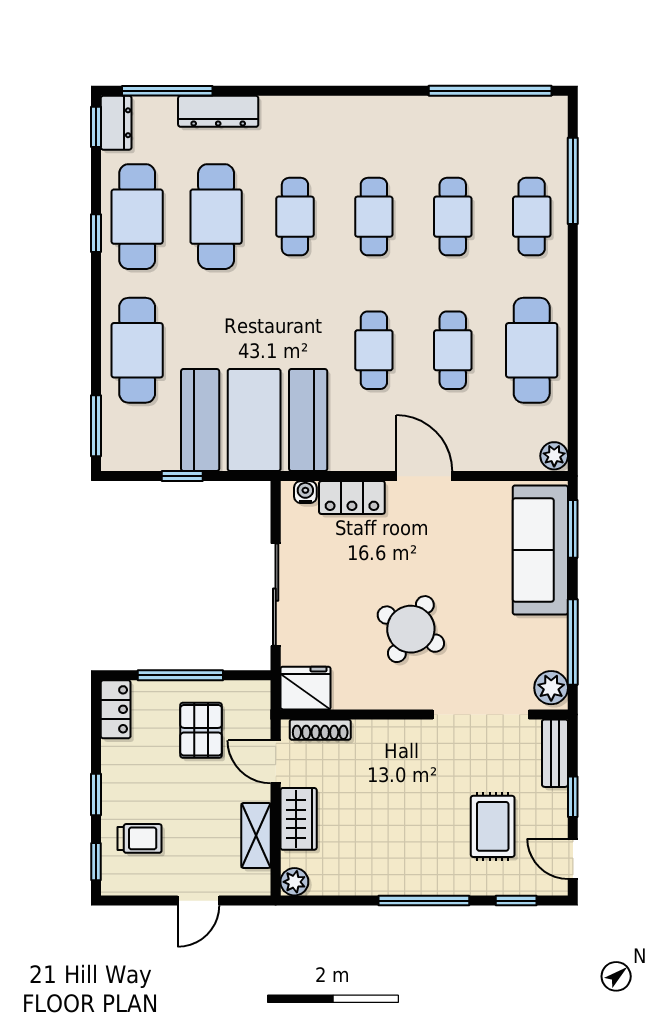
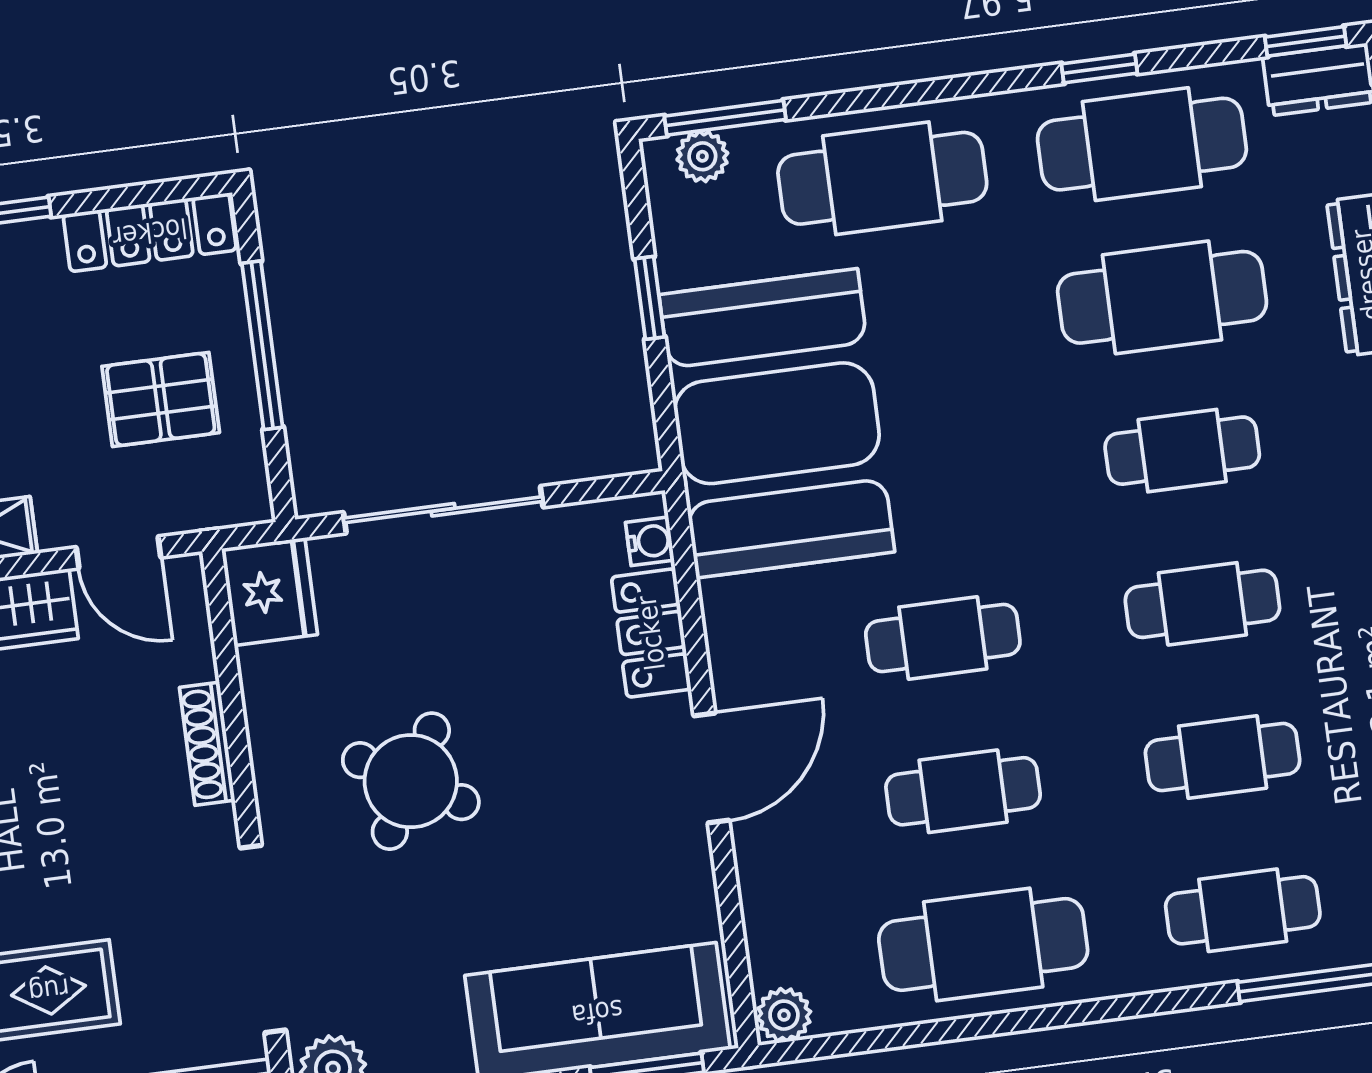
plant: (114, 440) -> (702, 156), added
locker: (116, 709) -> (150, 232), width x1.53
shoe rack: (320, 730) -> (207, 744), moved
door: (276, 762) -> (118, 552), swing flipped

